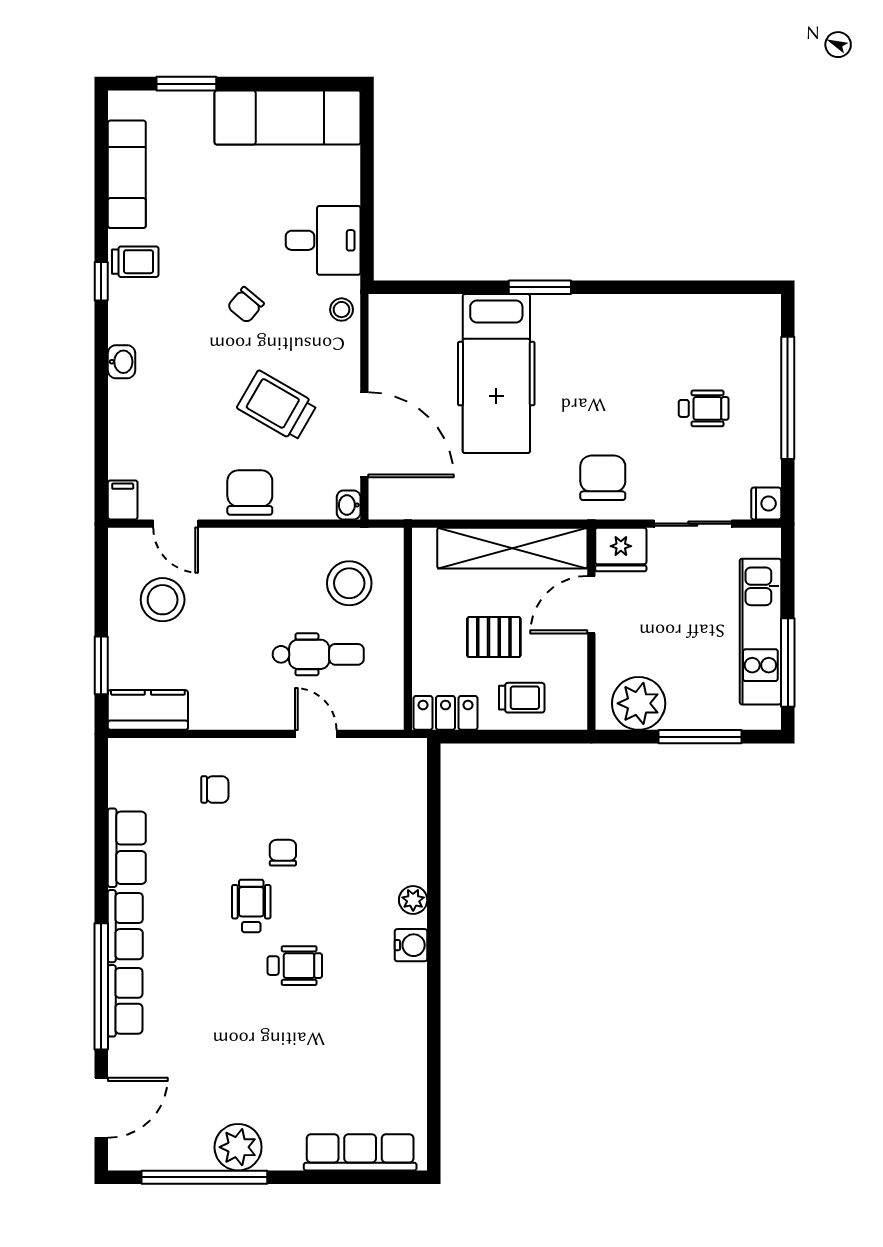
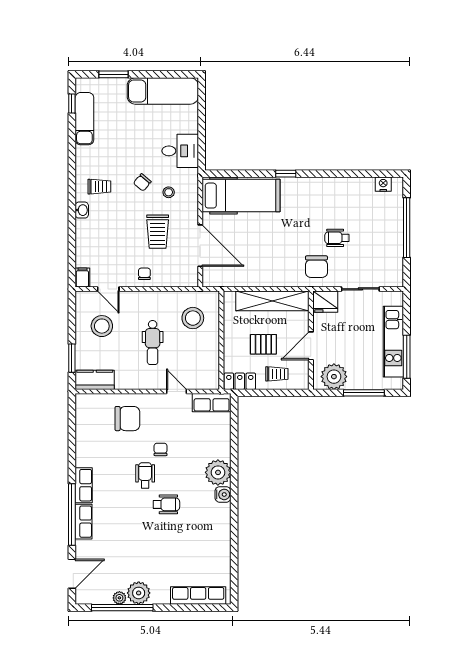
trolley: (135, 262) -> (99, 187), moved
window: (101, 281) -> (72, 104), moved
window: (540, 287) -> (286, 174), width x0.67
stool: (342, 310) -> (169, 192), moved
hospital bed: (496, 374) -> (241, 196), moved, turned -90
trolley: (277, 406) -> (158, 232), turned -120
wheelchair: (704, 408) -> (337, 238), moved, turned 180
chair: (603, 478) -> (316, 267), turned 180
chair: (250, 492) -> (144, 274), width x0.54, depth x0.54
nightstand: (766, 503) -> (383, 184), moved, turned -90
washbasin: (349, 505) -> (193, 280), removed
door: (591, 605) -> (311, 346), moved
dental chair: (318, 654) -> (153, 343), moved, turned 90
chair: (215, 789) -> (127, 419), width x1.87, depth x1.87
row of seats: (127, 848) -> (212, 403), moved, turned 90
plant: (413, 900) -> (218, 472), width x1.87, depth x1.87
plant: (199, 1157) -> (119, 598), added

